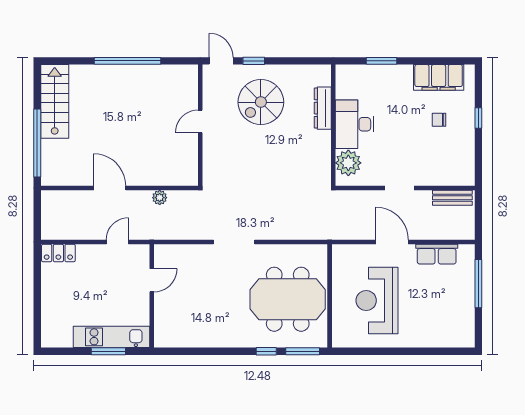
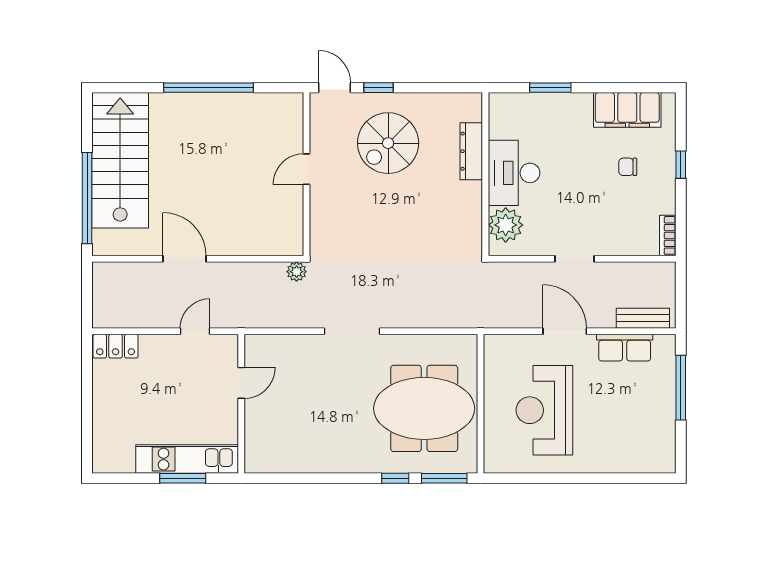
stairs: (55, 101) -> (120, 160), width x1.36, depth x1.51
bookcase: (469, 171) -> (668, 235), added
plant: (160, 198) -> (297, 272), moved
bench: (452, 198) -> (643, 318), moved

